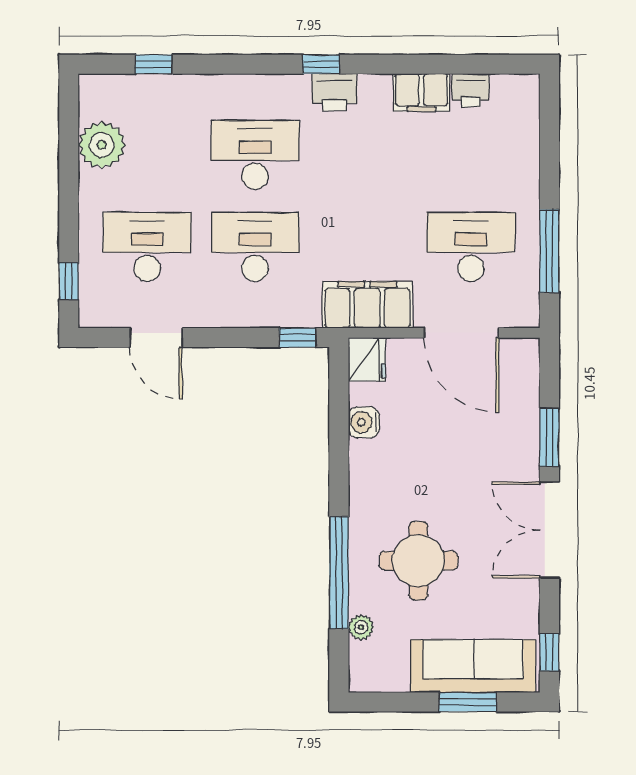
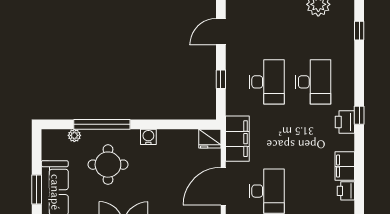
desk: (147, 247) -> (267, 27), removed
window: (298, 338) -> (221, 79), moved
water cooler: (364, 422) -> (148, 137), moved

